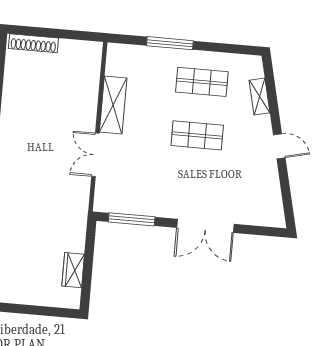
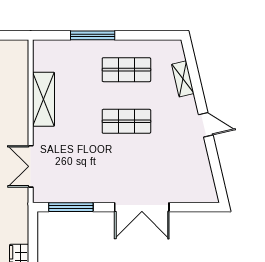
double door: (95, 155) -> (31, 166), moved

